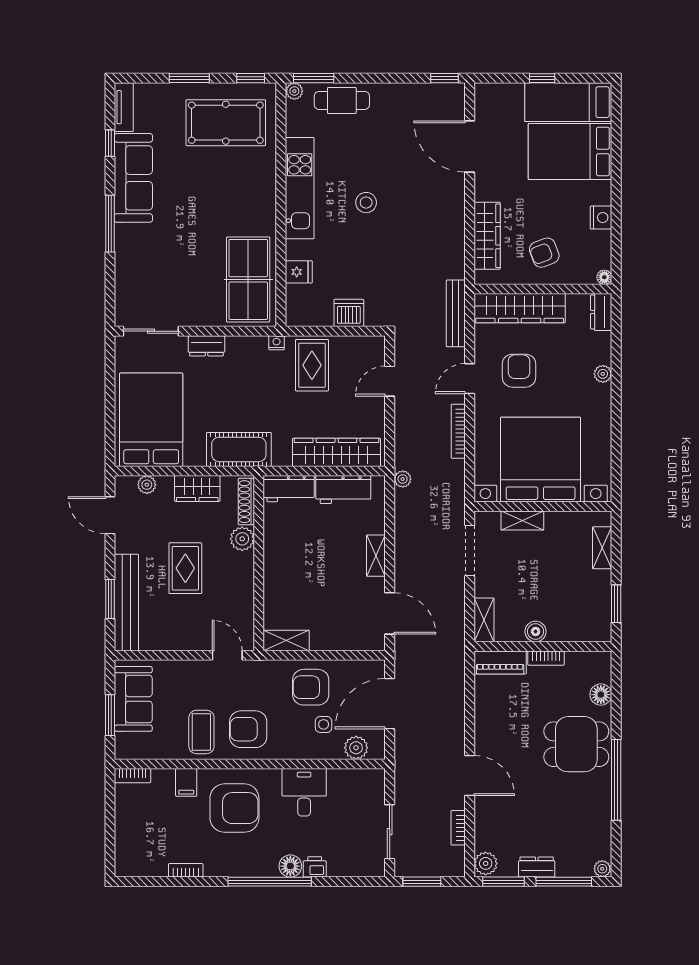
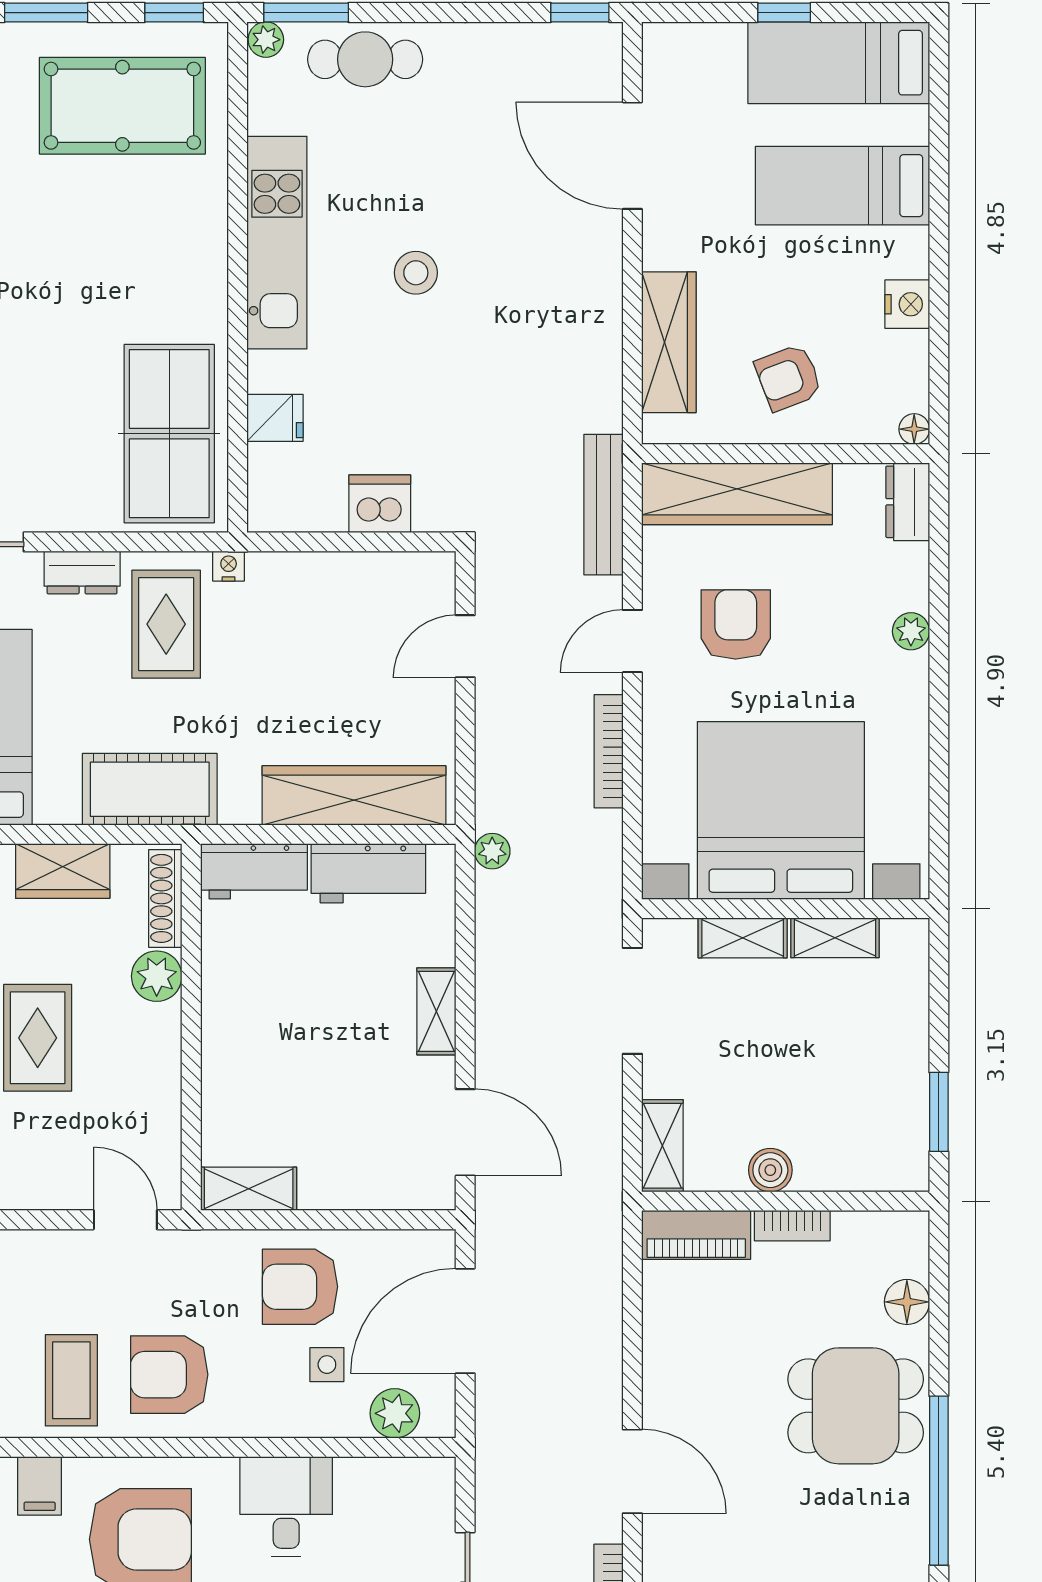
bed: (570, 152) -> (842, 186), width x0.67
rug: (312, 365) -> (166, 624), moved
shelving: (602, 548) -> (835, 938), moved, turned 90

